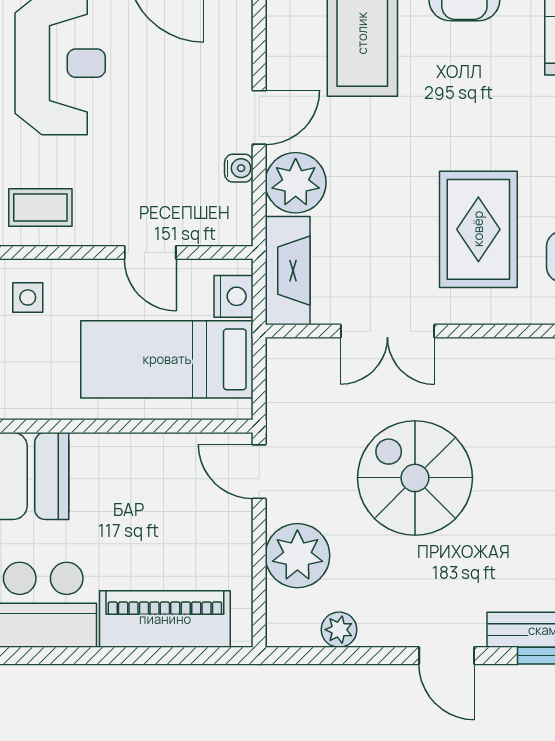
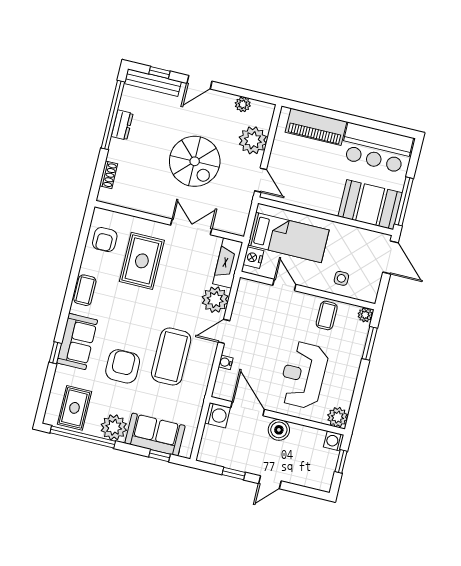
water cooler: (239, 168) -> (226, 362), moved
coffee table: (40, 207) -> (327, 315), turned 90
door: (447, 656) -> (199, 82), swing flipped

